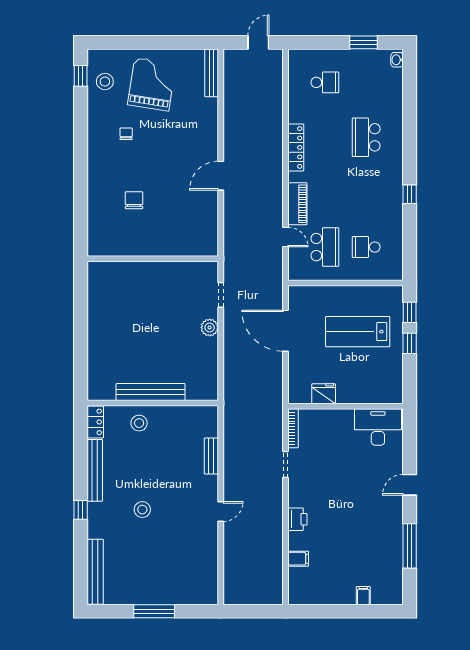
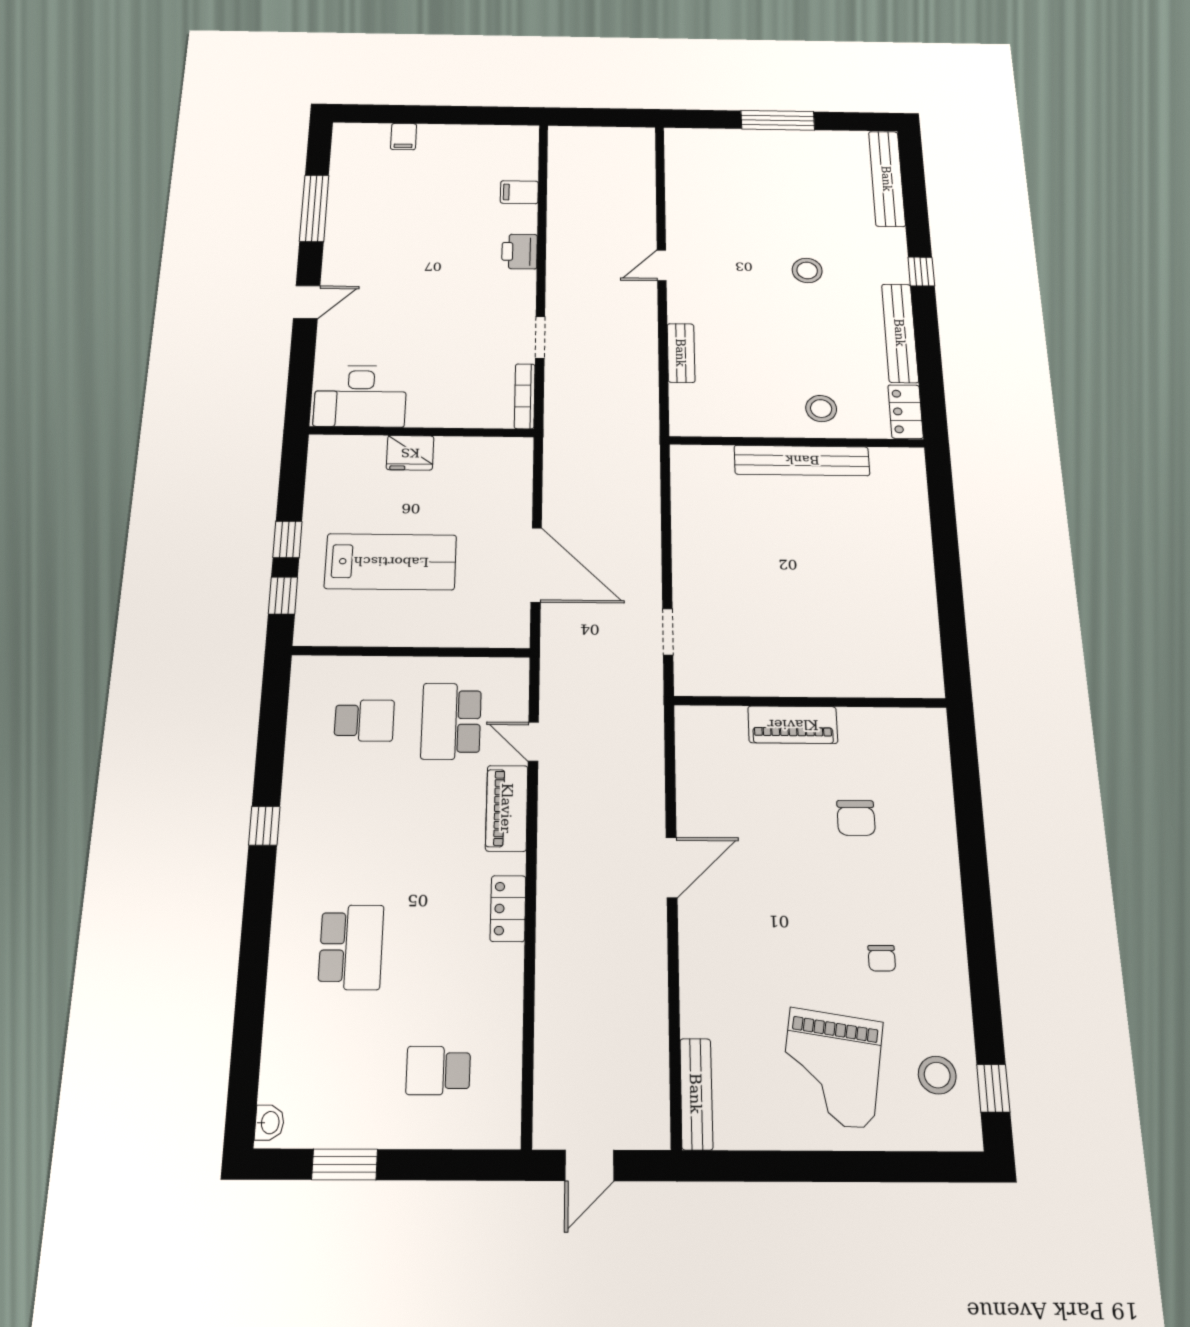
locker: (296, 147) -> (508, 909), width x0.66
piano: (162, 247) -> (793, 725), added
plant: (210, 327) -> (689, 572), removed
fridge: (324, 394) -> (410, 453), moved

